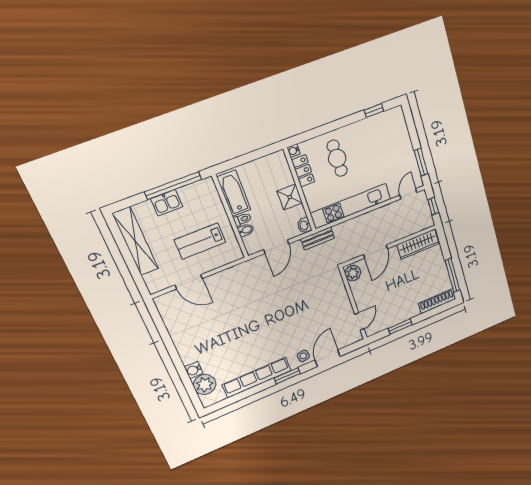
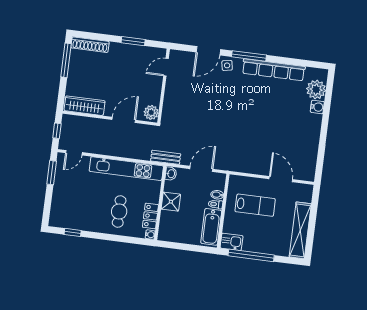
kitchen sink: (167, 203) -> (232, 242), moved
window: (287, 376) -> (249, 56), width x1.44

